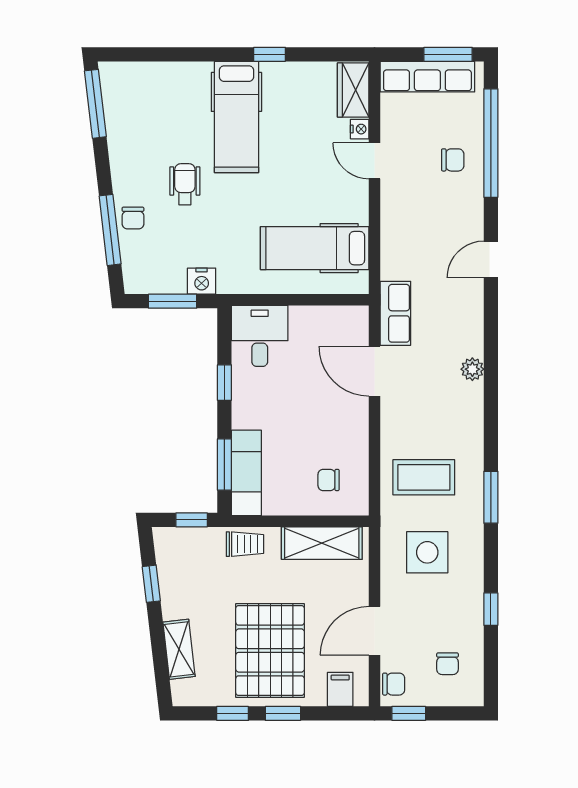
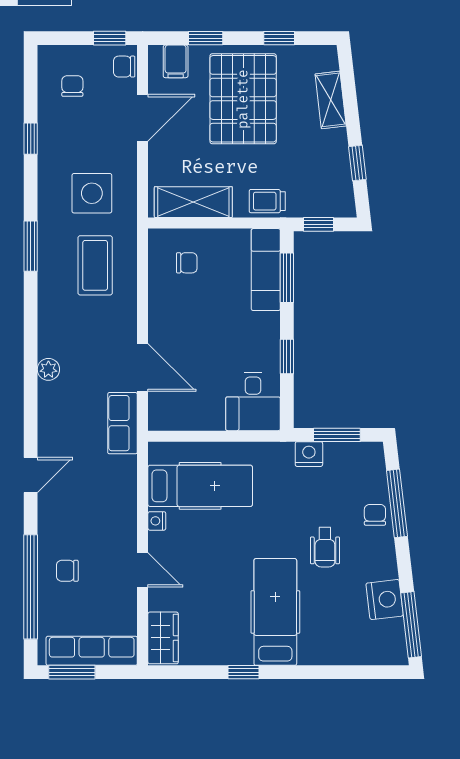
nightstand: (360, 129) -> (157, 521), moved
nightstand: (123, 130) -> (385, 600), added
coffee table: (424, 477) -> (95, 265), turned 90
window: (283, 713) -> (206, 38), moved

